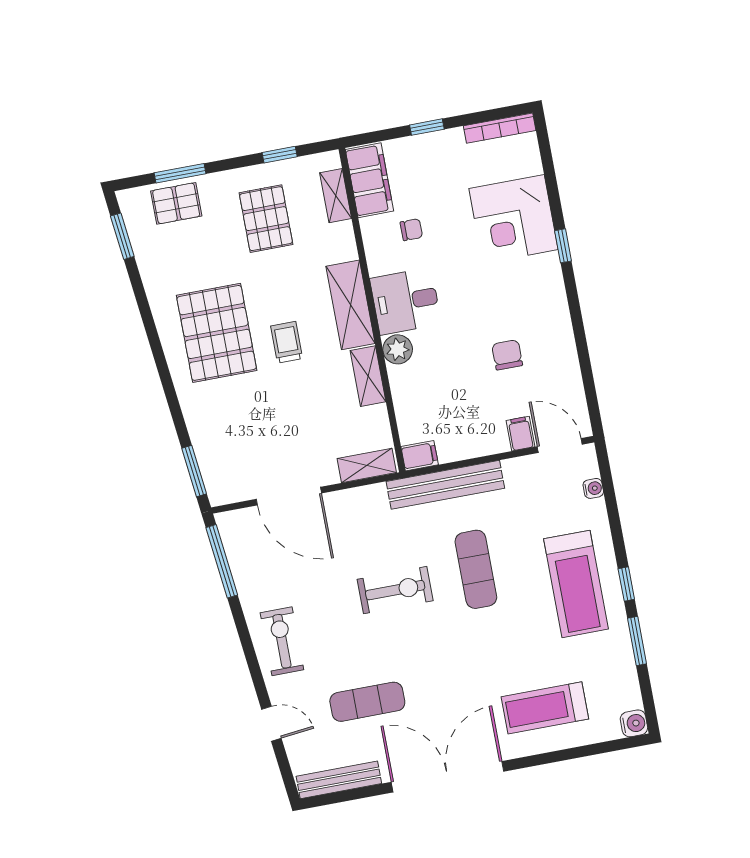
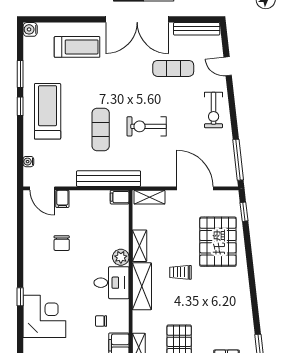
pallet: (217, 333) -> (218, 242), moved
trolley: (287, 342) -> (181, 272), turned 90
window: (194, 471) -> (244, 212), width x0.67

